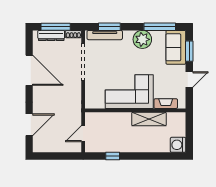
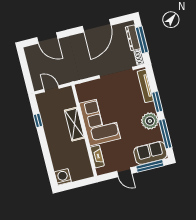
window: (109, 27) -> (157, 102), moved
window: (189, 51) -> (150, 166), width x1.44
shelving: (149, 119) -> (74, 124), moved

